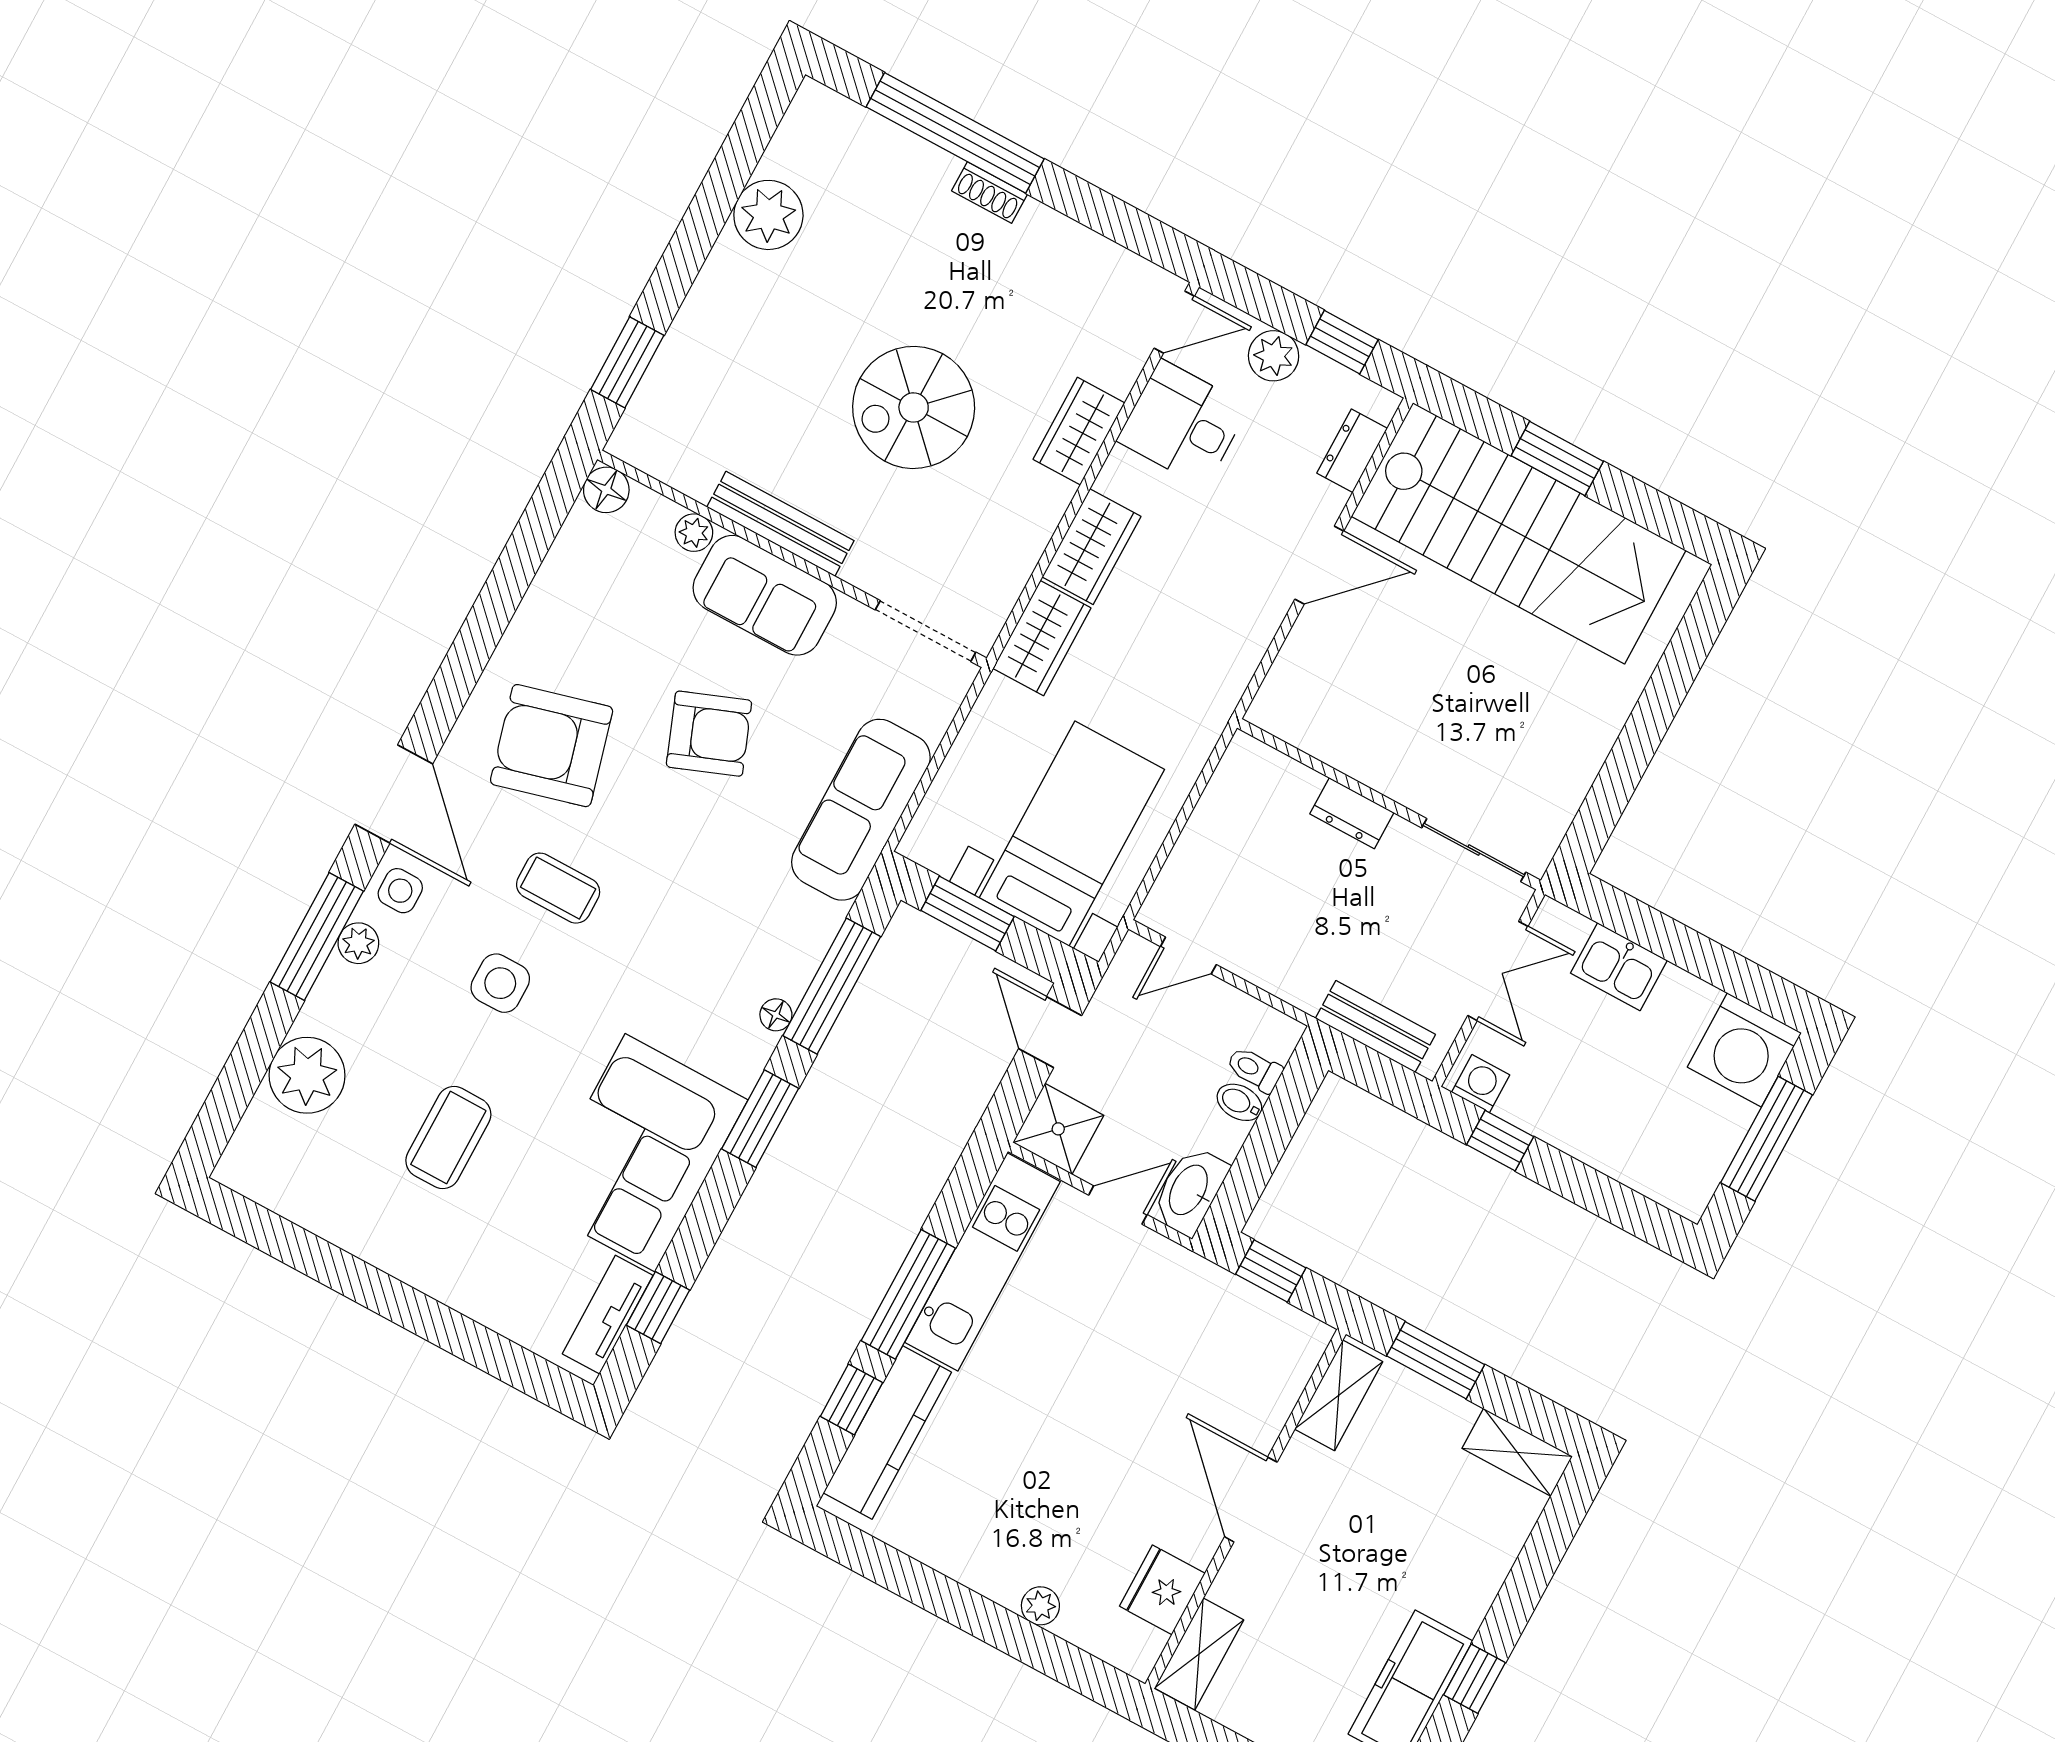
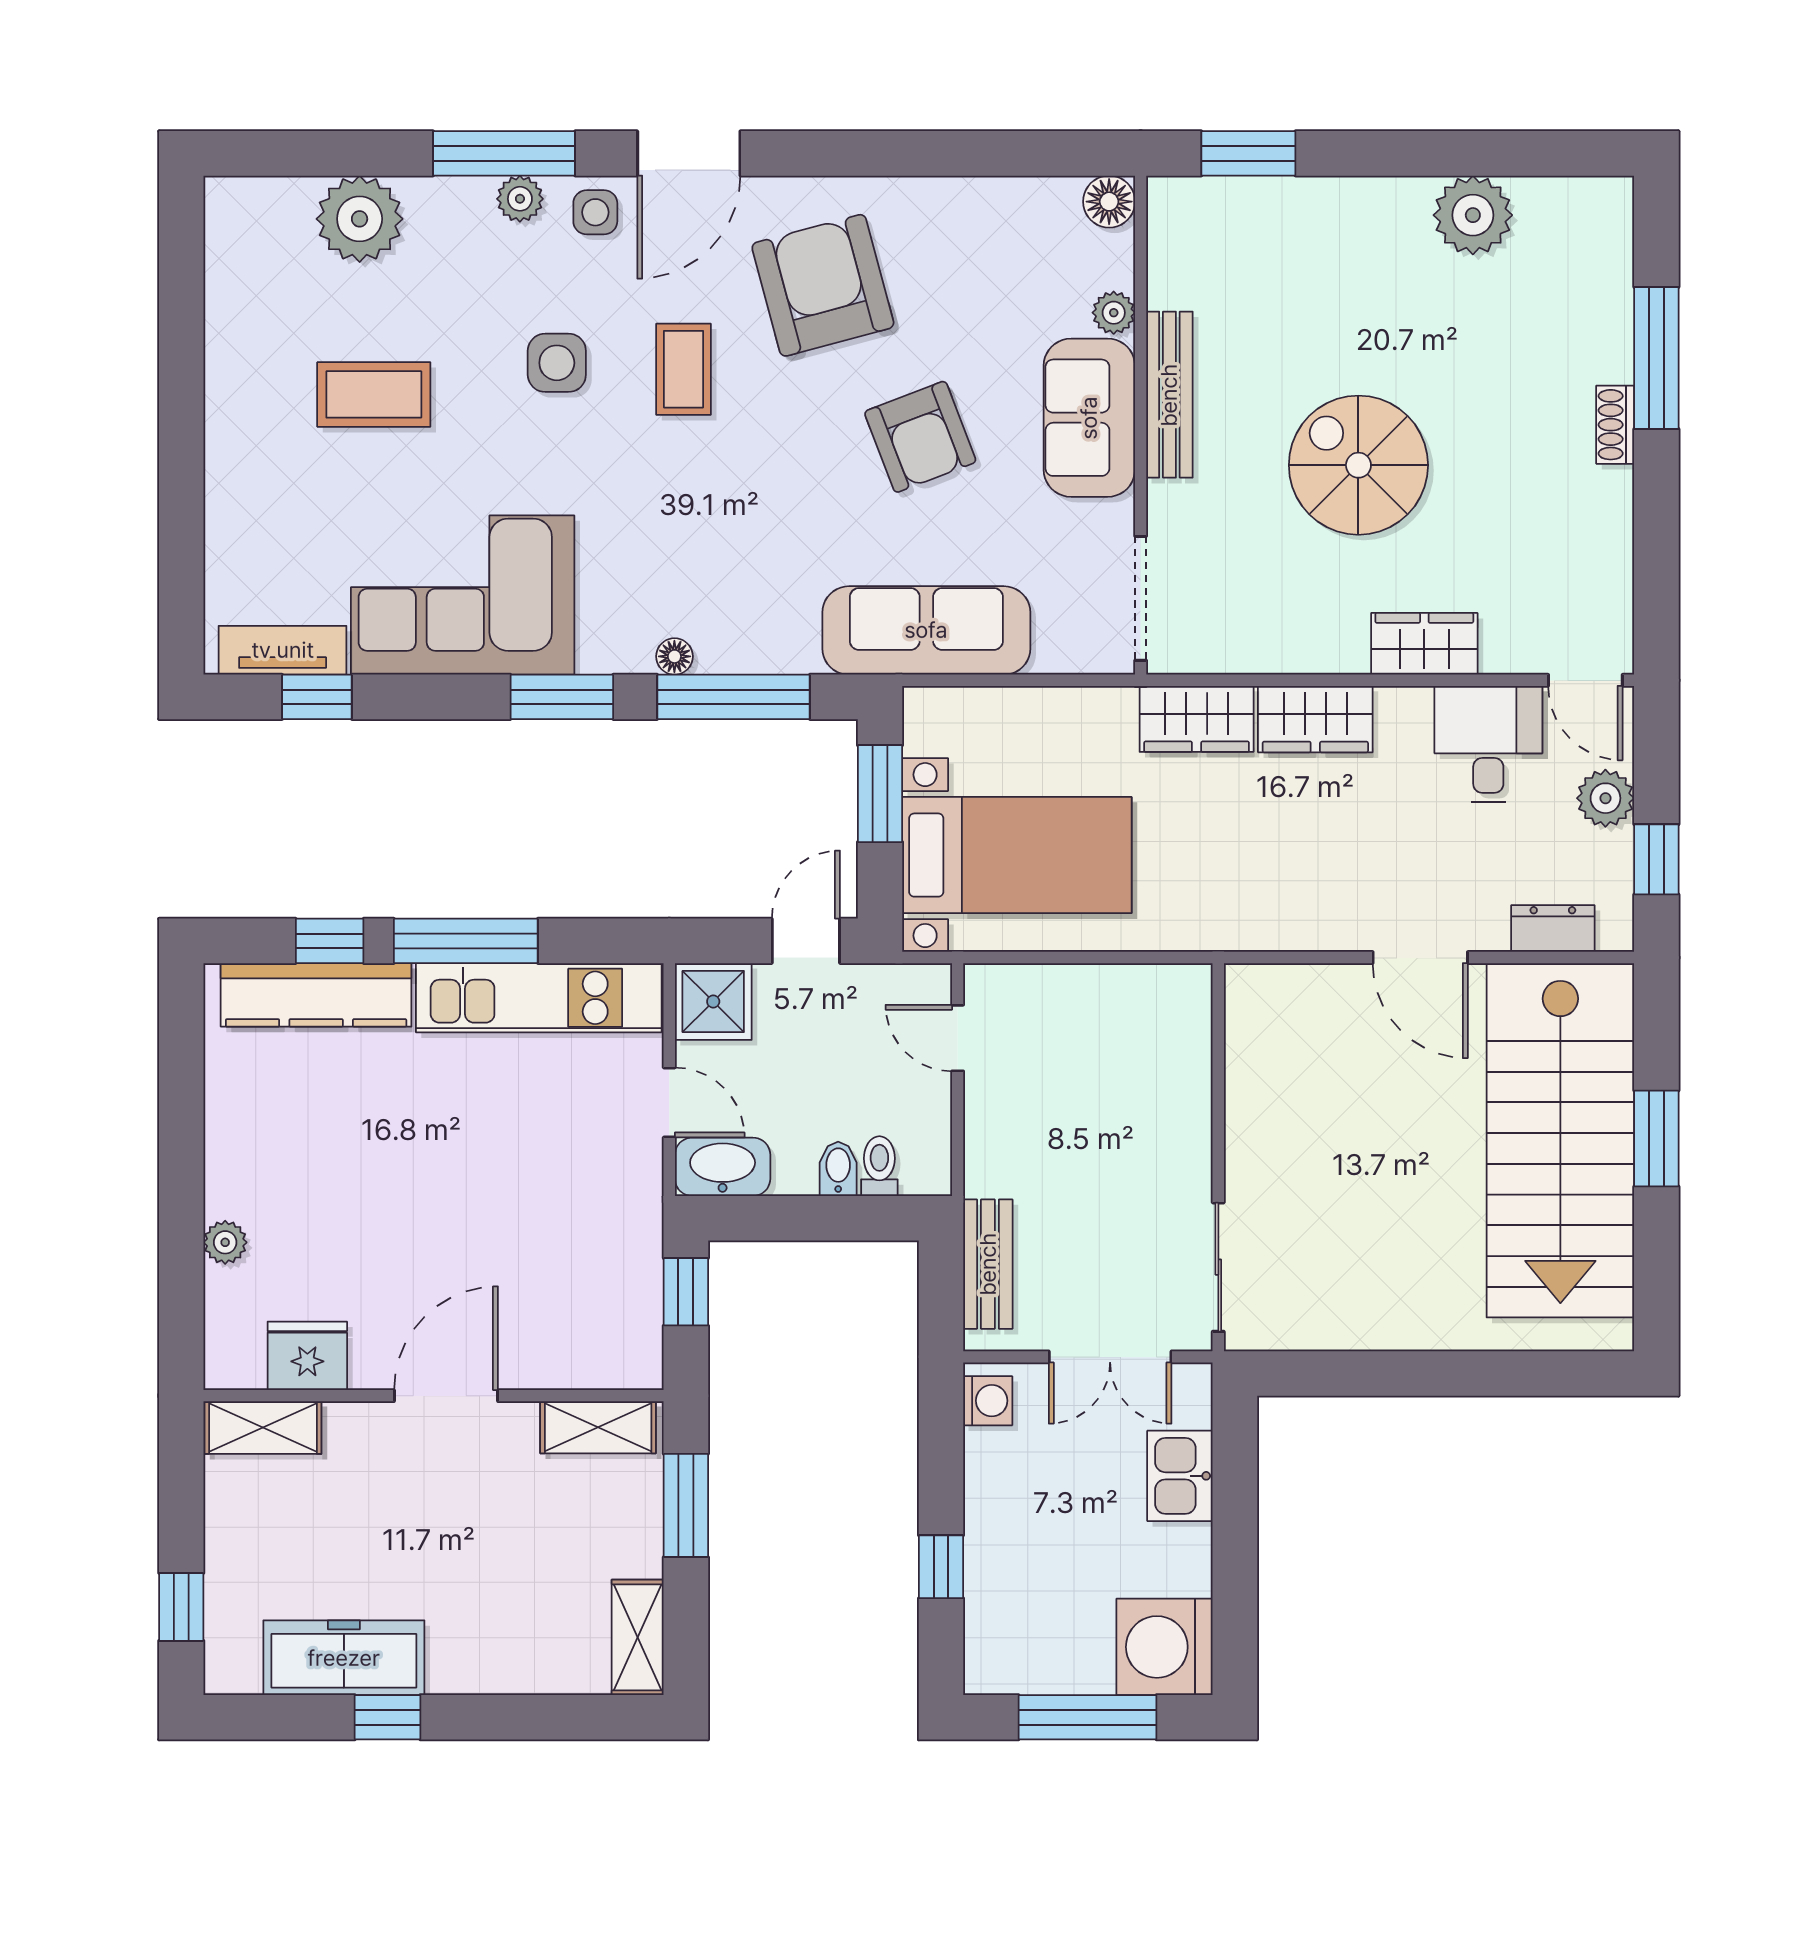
window: (955, 133) -> (1656, 358), width x0.68
dresser: (1352, 813) -> (1189, 1125), removed
window: (1500, 1141) -> (941, 1567), moved

